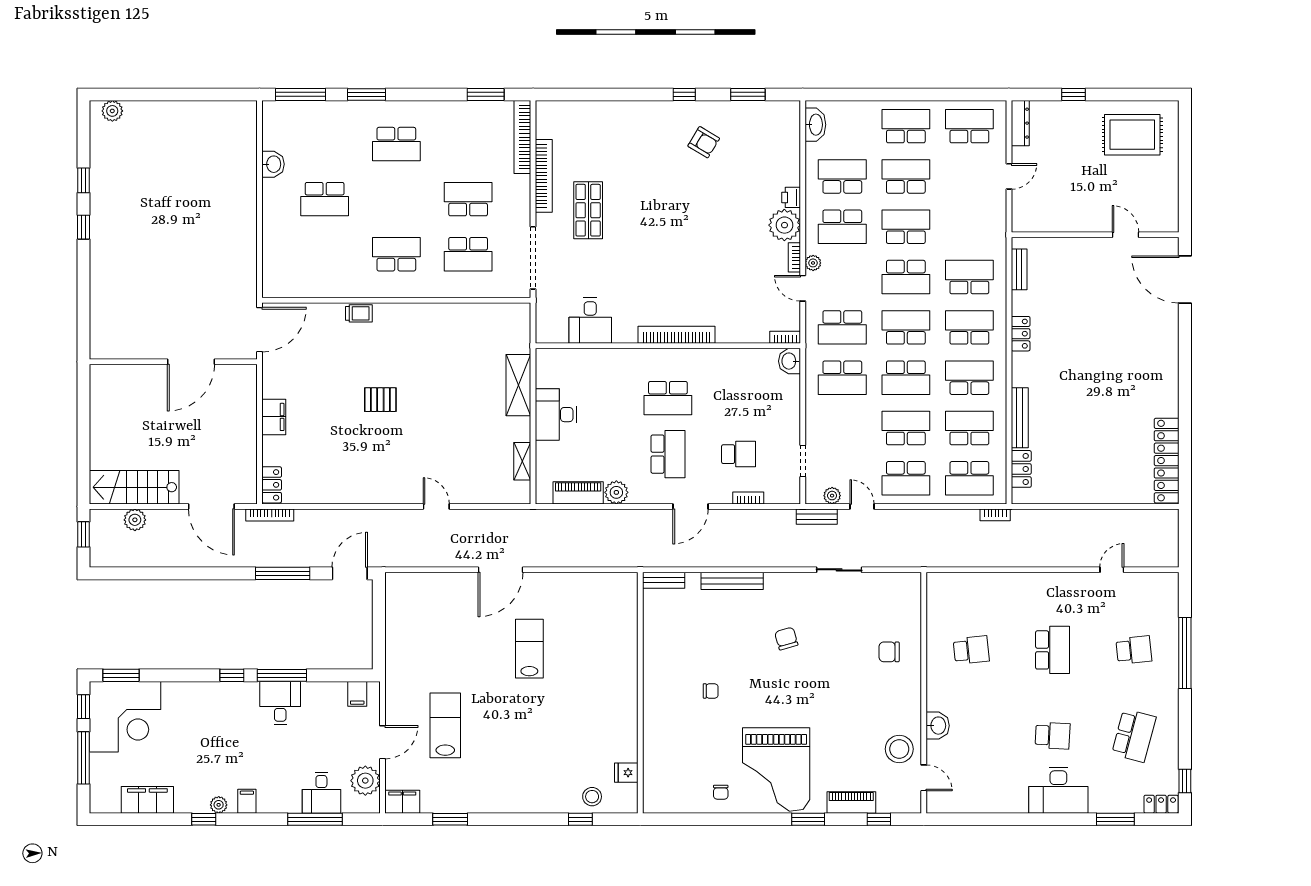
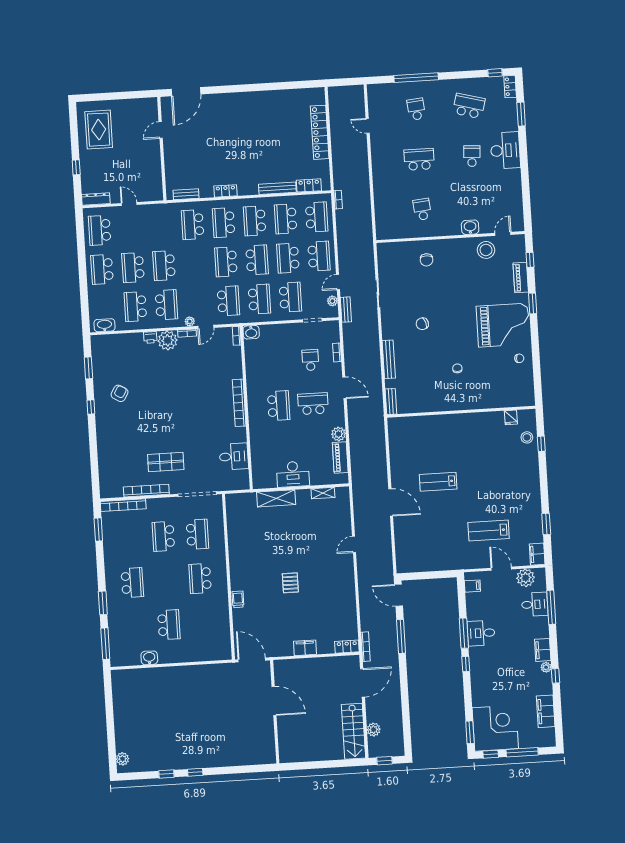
school desk: (906, 277) -> (290, 297), moved
locker: (1167, 461) -> (320, 132), moved, turned 90
filing cabinet: (247, 801) -> (543, 650), width x2.00

